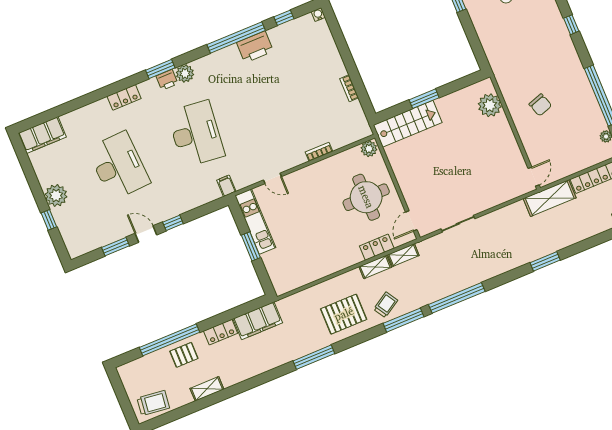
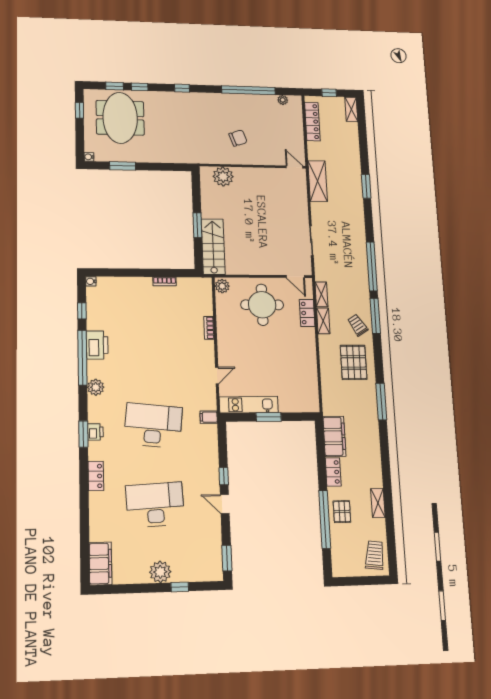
plant: (185, 73) -> (96, 387), moved
shelving: (550, 198) -> (318, 181), moved
door: (146, 234) -> (225, 504), hinge flipped
window: (116, 247) -> (227, 558), moved

